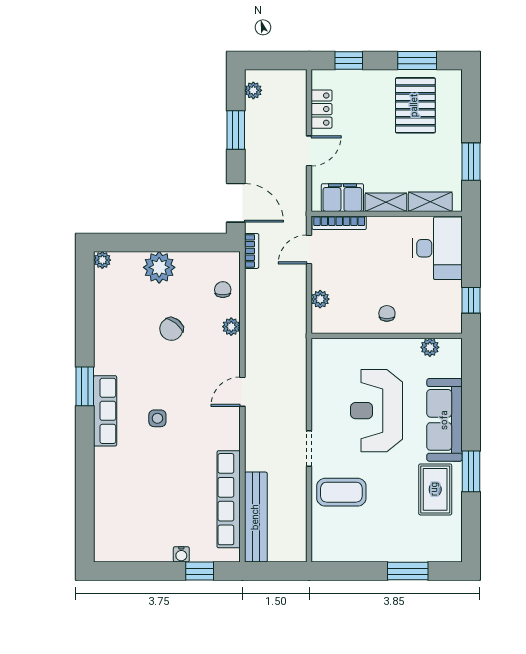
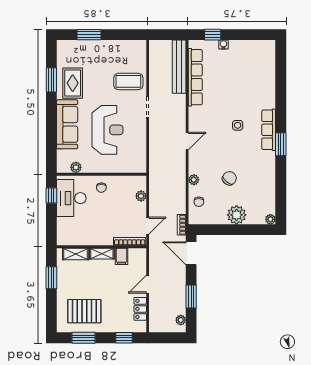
pallet: (415, 105) -> (84, 311), turned 90
filing cabinet: (342, 198) -> (122, 256), width x0.50
desk: (438, 248) -> (71, 198), moved
window: (471, 471) -> (51, 80), moved

